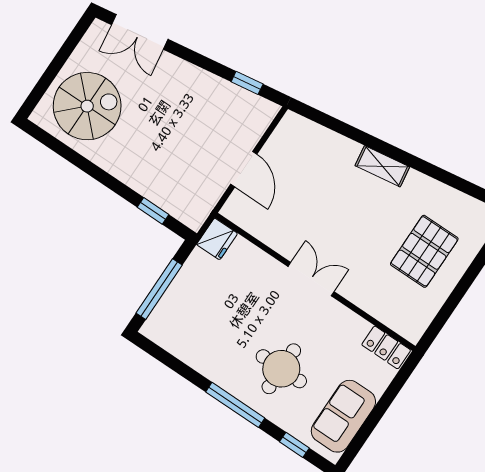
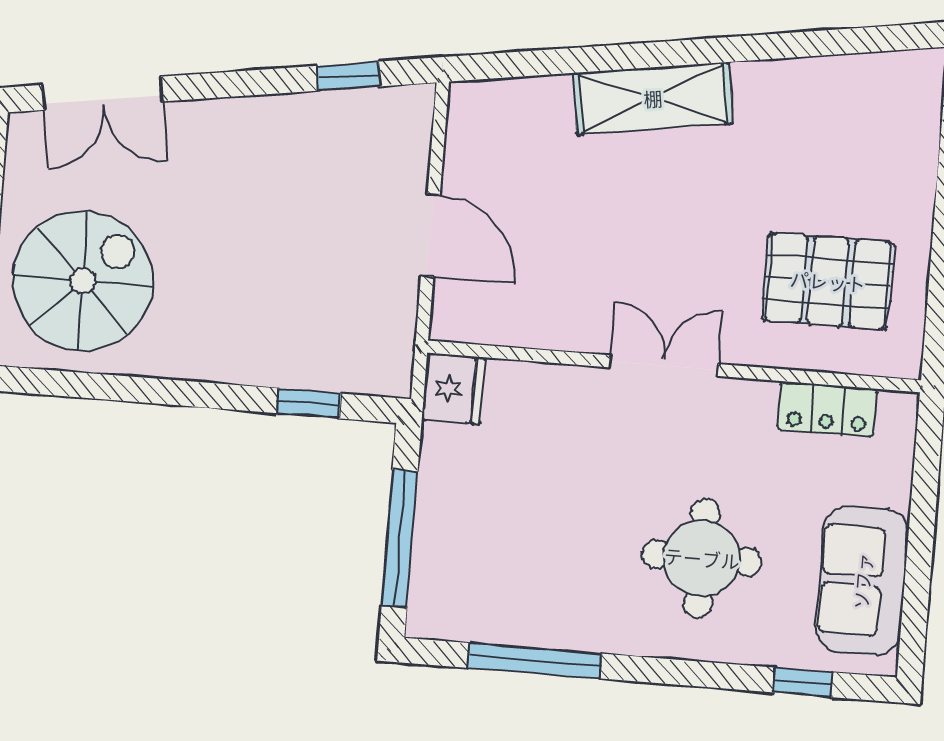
shelving: (382, 166) -> (653, 98), width x1.50, depth x1.33
pallet: (424, 251) -> (828, 281), moved, turned 90
locker: (386, 347) -> (827, 409), moved
window: (235, 405) -> (535, 661), moved

